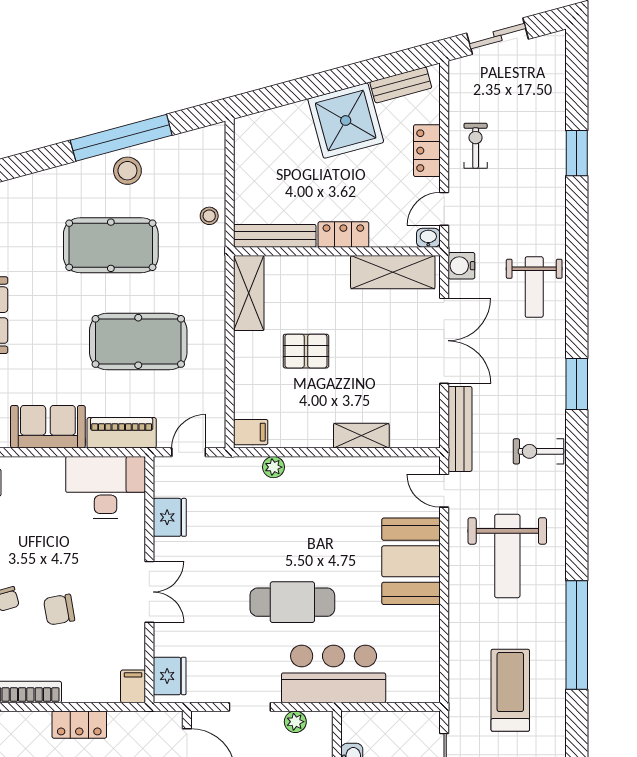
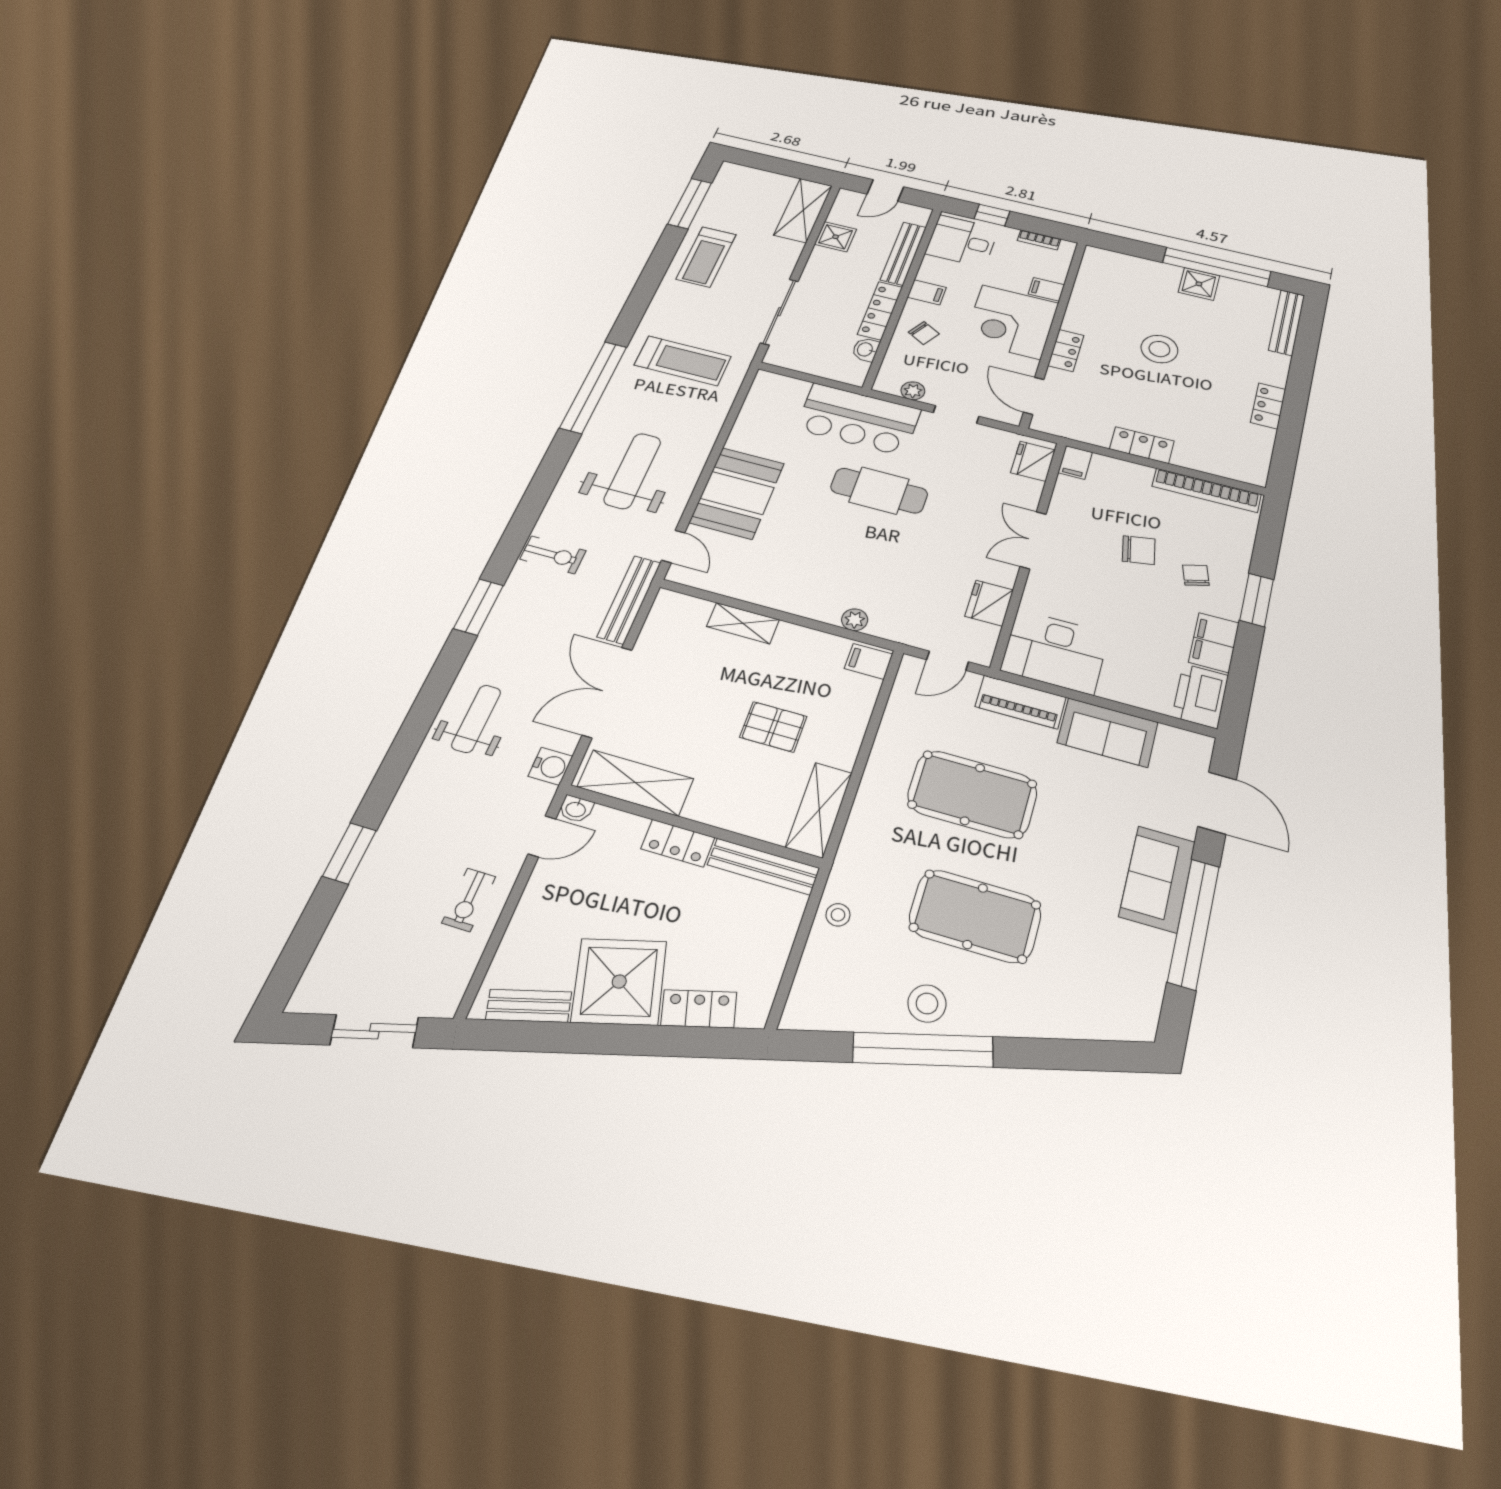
locker: (427, 151) -> (699, 1009), moved, turned -105
treadmill: (510, 690) -> (683, 361), turned -90

